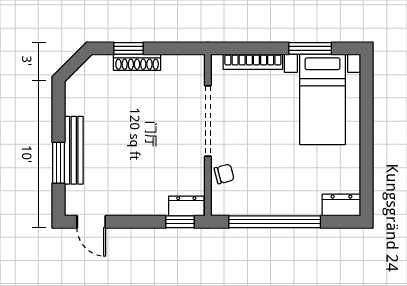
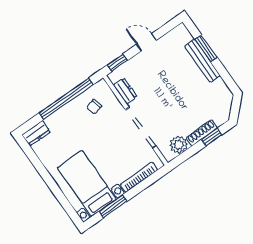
plant: (176, 67) -> (179, 145), added
chair: (224, 174) -> (94, 107), moved
dresser: (186, 206) -> (125, 91), moved, turned -90
door: (91, 222) -> (146, 42), moved

